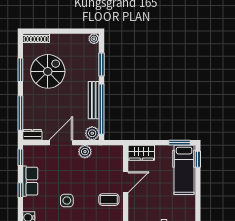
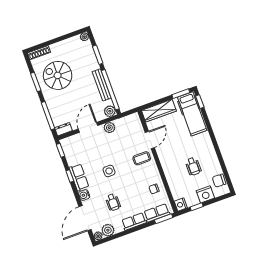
spiral stairs: (48, 71) -> (58, 75), turned -90
wardrobe: (141, 153) -> (159, 111), width x1.50
row of seats: (30, 181) -> (79, 177), moved

